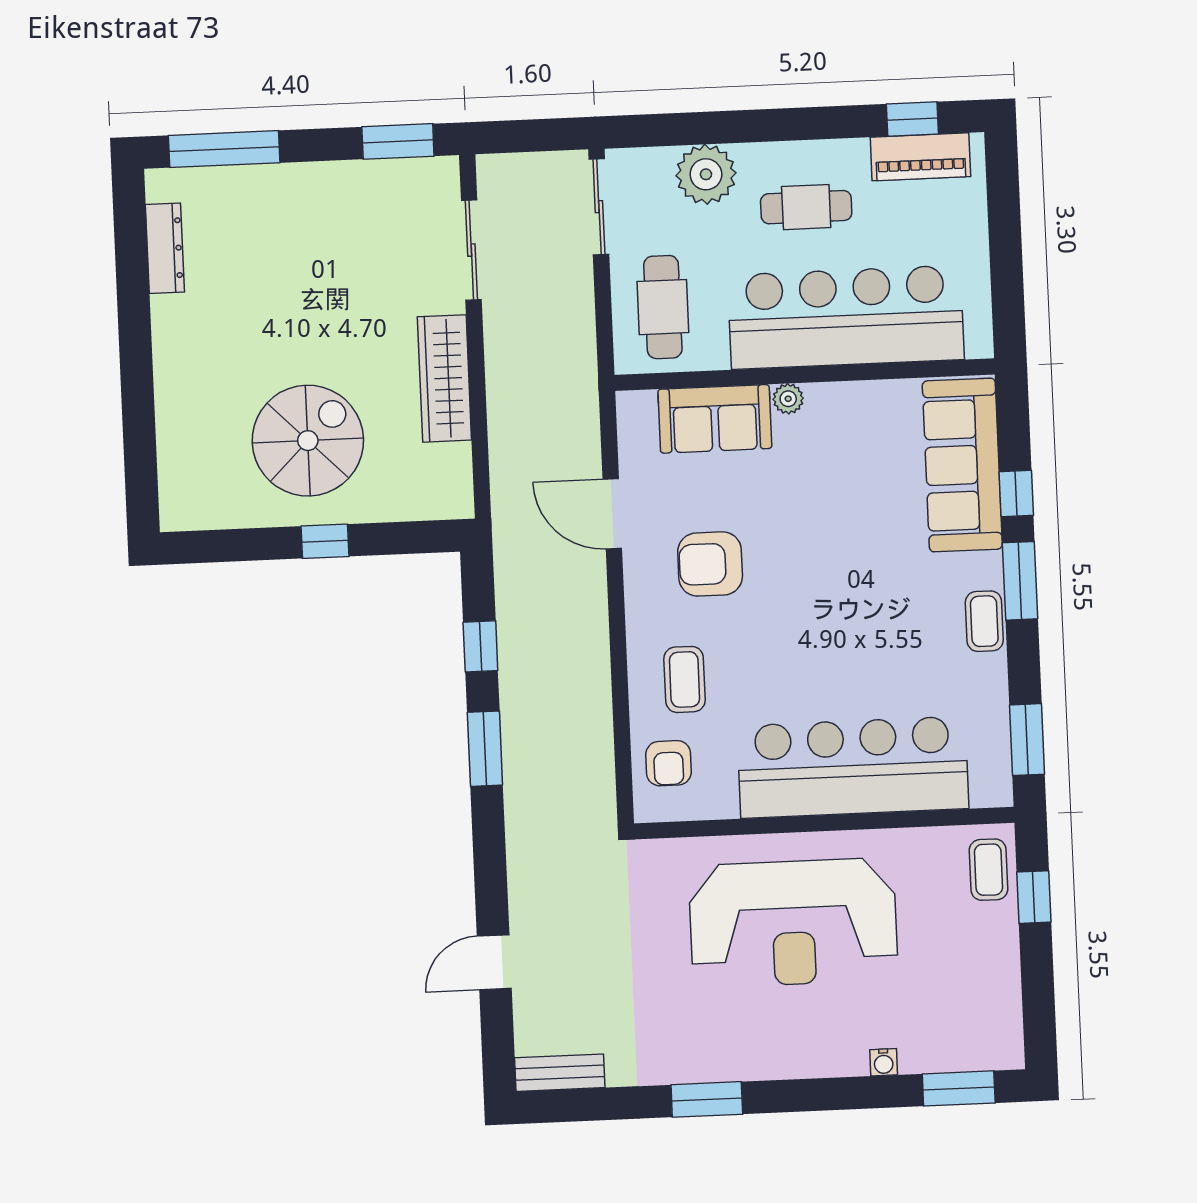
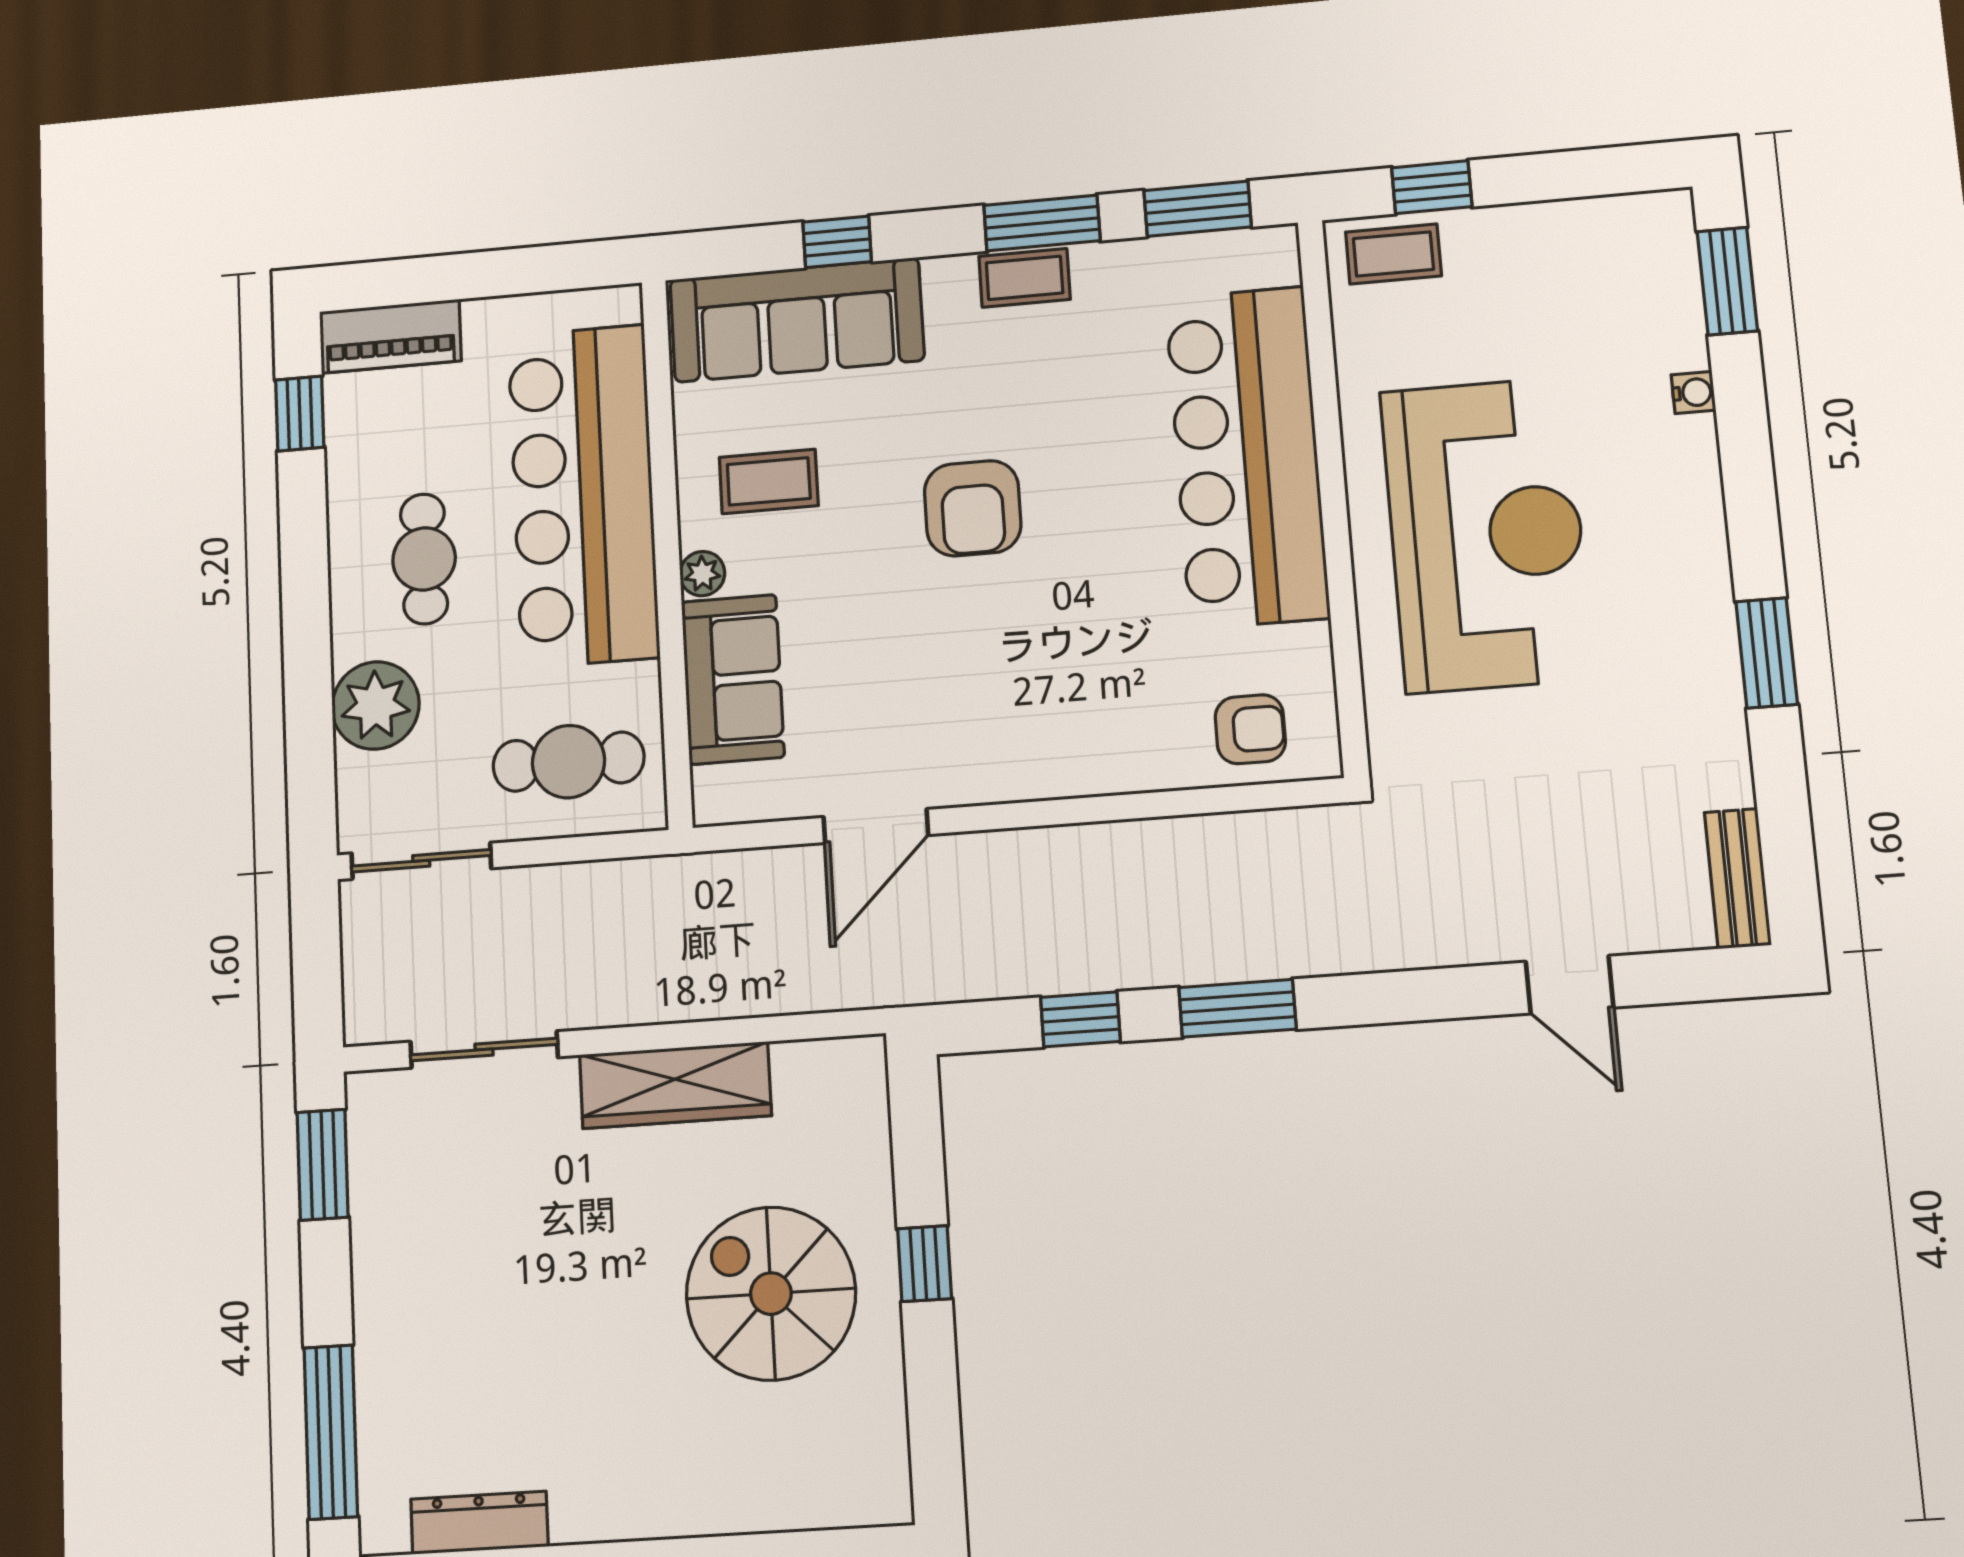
piano: (920, 157) -> (390, 336), moved, turned 90
armchair: (710, 564) -> (973, 508), moved
window: (1020, 581) -> (1042, 223), moved
coffee table: (685, 679) -> (769, 481), moved

